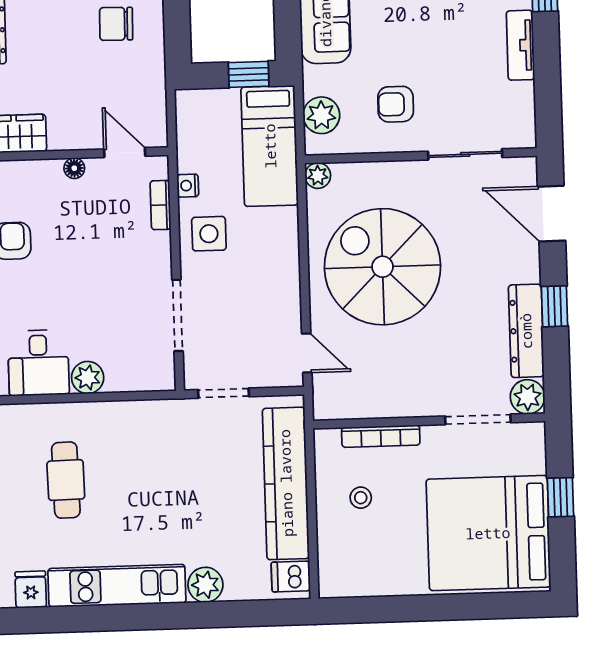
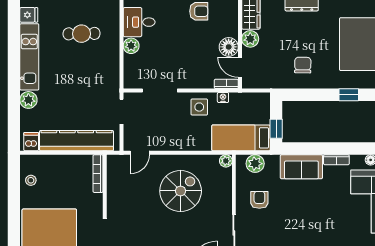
plant: (66, 133) -> (250, 39), added
door: (125, 153) -> (240, 67), swing flipped
floor lamp: (74, 168) -> (229, 47), width x1.89, depth x1.89
bookcase: (161, 205) -> (226, 84), moved
spiral stairs: (382, 267) -> (181, 191), width x0.73, depth x0.73
bookcase: (381, 436) -> (98, 174), moved
stool: (361, 498) -> (31, 180), moved

